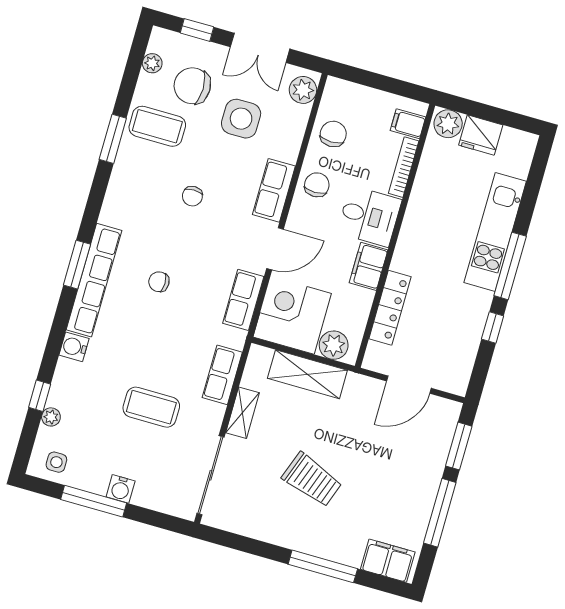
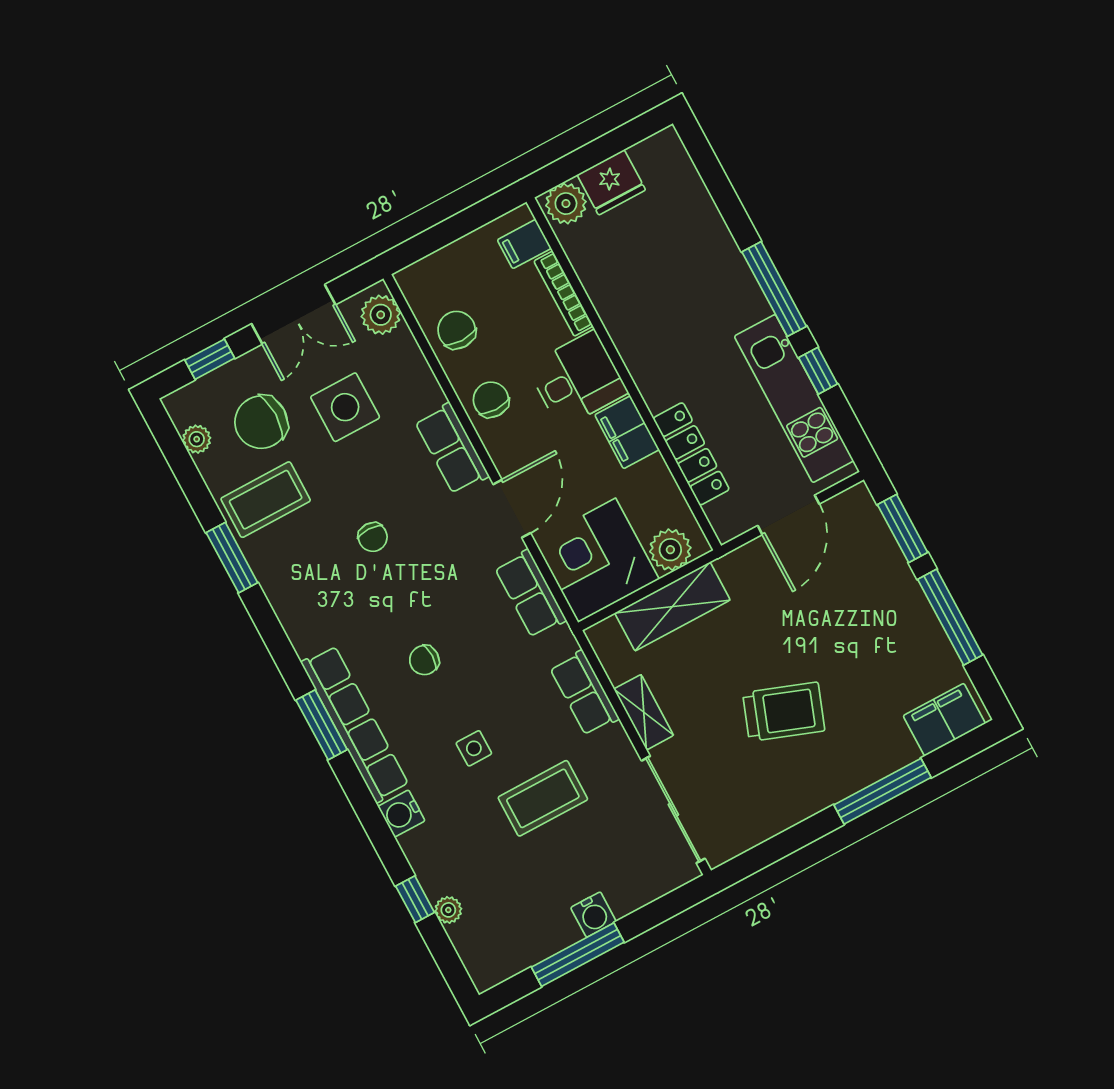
kitchen unit: (495, 232) -> (794, 399), moved
side table: (56, 462) -> (474, 748), moved

